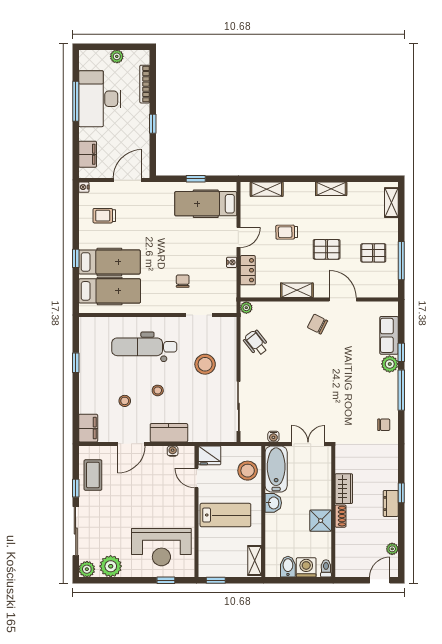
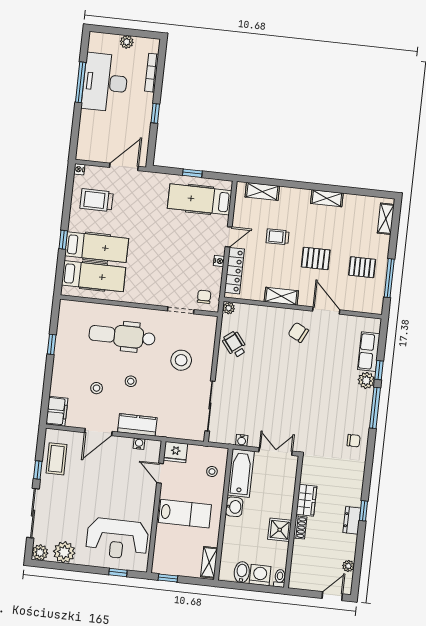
filing cabinet: (88, 154) -> (87, 137), removed
trolley: (104, 216) -> (97, 200), width x1.36, depth x1.39
locker: (248, 270) -> (234, 271), width x1.53
chair: (183, 281) -> (204, 297), moved
stool: (248, 471) -> (212, 472), width x0.53, depth x0.53

